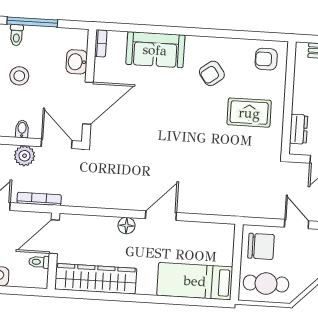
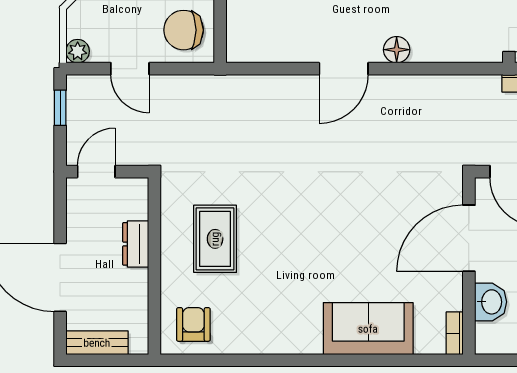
armchair: (266, 59) -> (193, 324), turned -90
armchair: (212, 73) -> (277, 297), removed
rug: (249, 113) -> (215, 239), turned 90
dresser: (299, 129) -> (136, 244), moved

